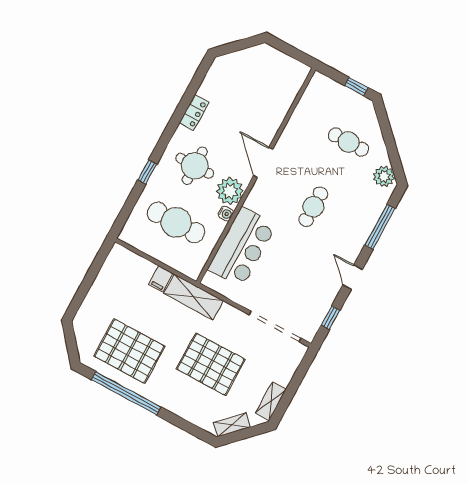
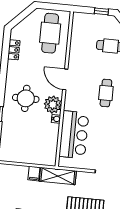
locker: (194, 112) -> (14, 50), moved
cafe table: (176, 222) -> (50, 33), moved, turned 90

